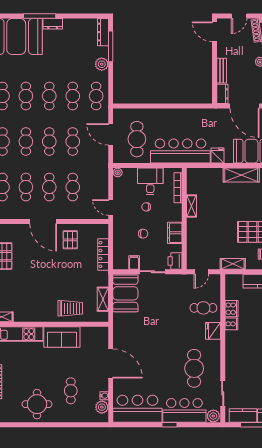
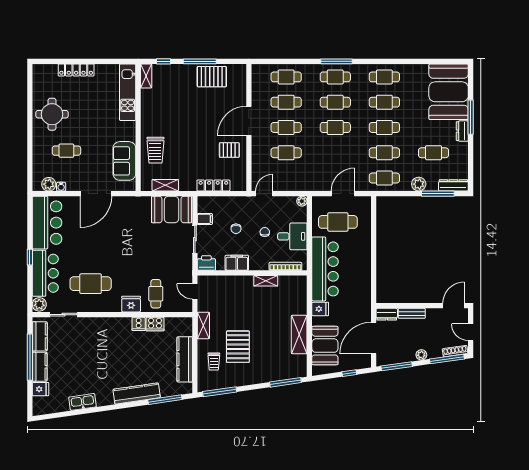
cafe table: (73, 142) -> (433, 153), moved
sofa: (62, 337) -> (124, 161), moved

